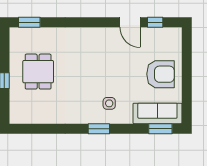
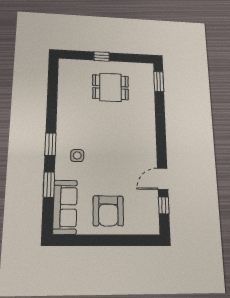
window: (160, 129) -> (49, 184), moved

